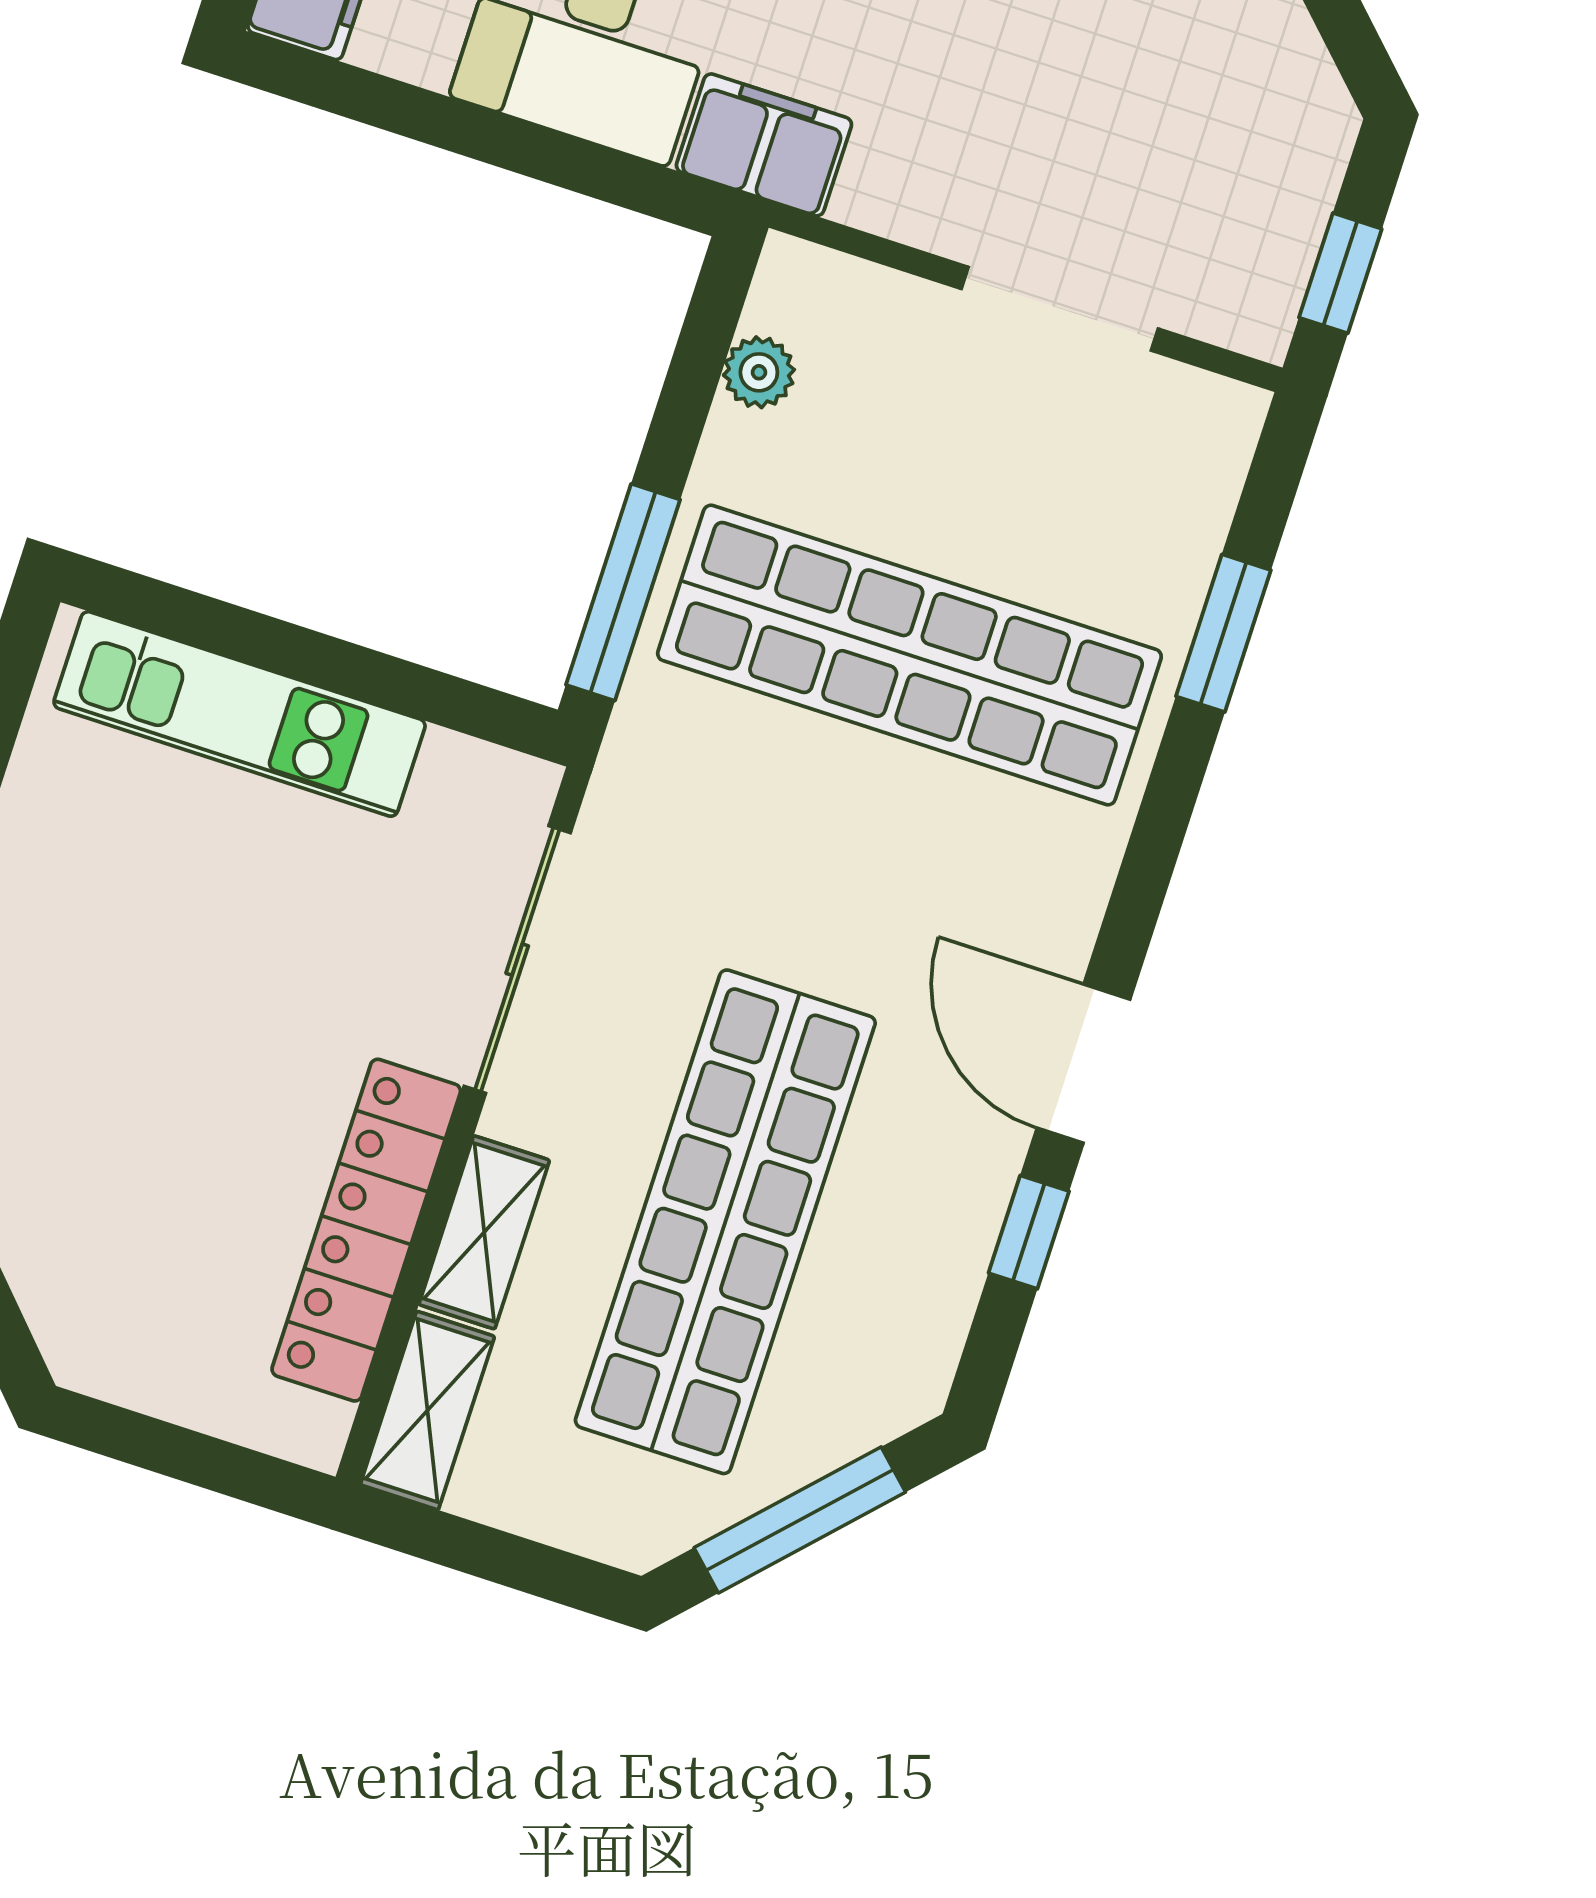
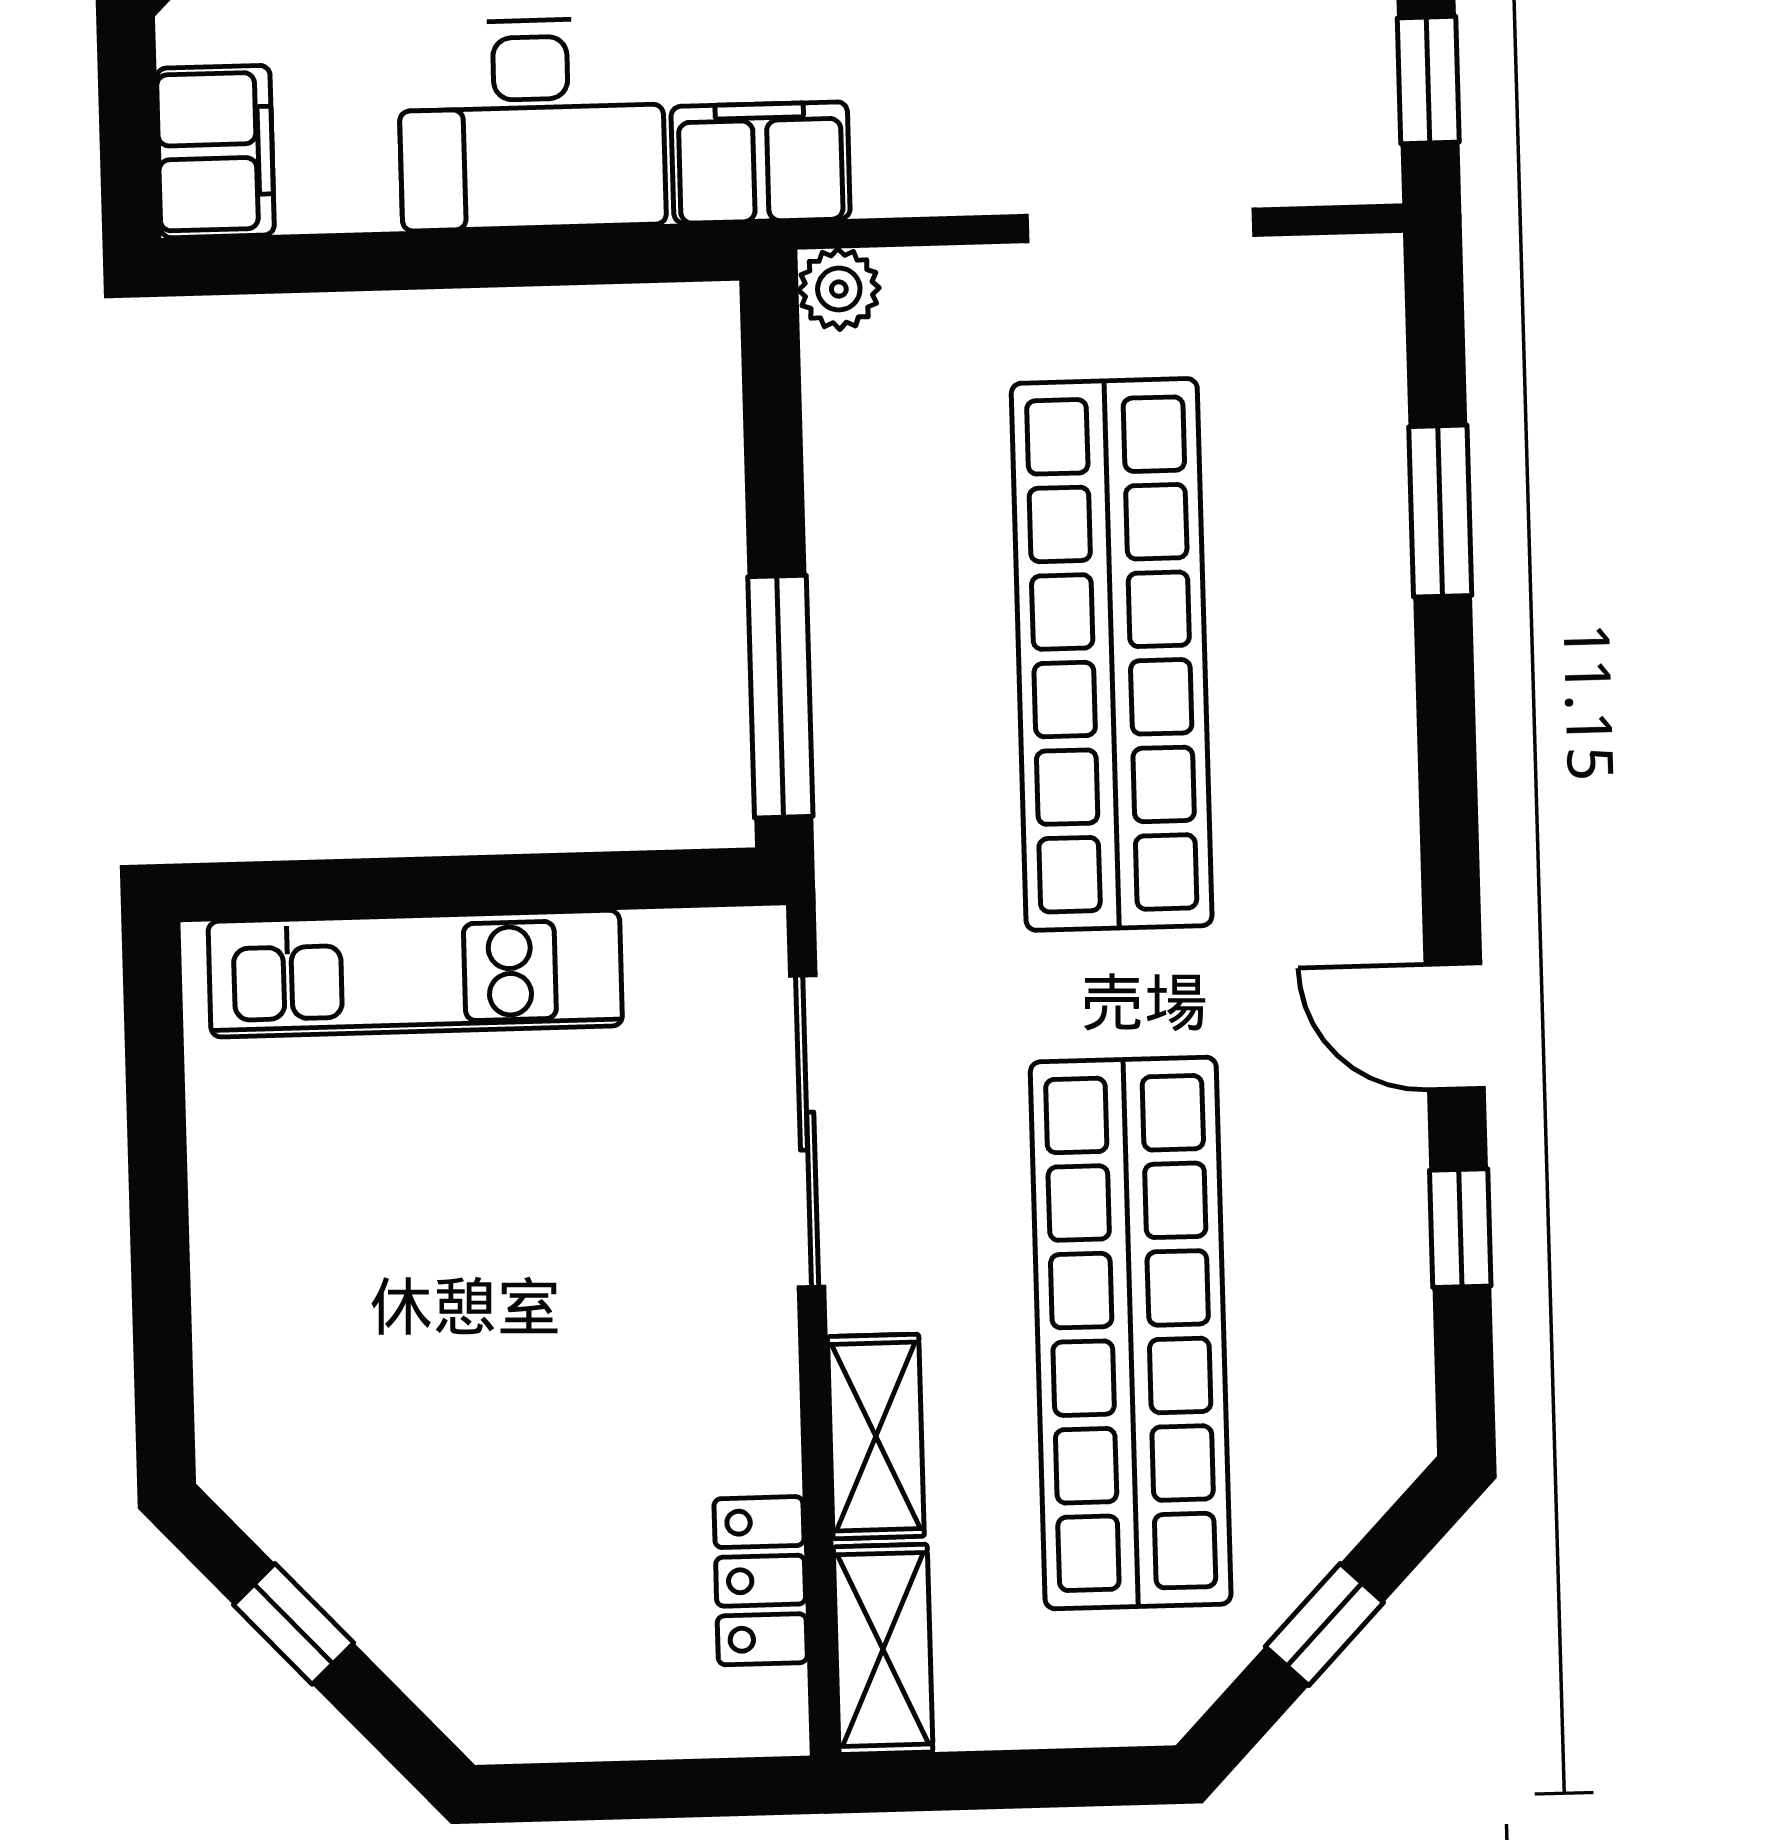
plant: (759, 372) -> (839, 289), moved
shop shelf: (909, 655) -> (1112, 654), turned 90
door: (1084, 1064) -> (1455, 1026), width x0.73
locker: (366, 1230) -> (761, 1581), width x0.46, depth x0.83
window: (800, 1520) -> (1324, 1625), width x0.46

